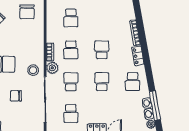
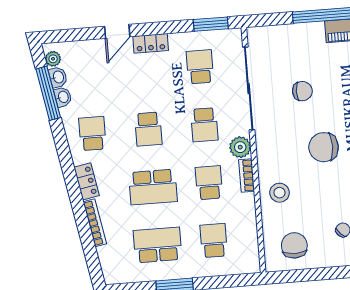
school desk: (102, 18) -> (157, 245), added
school desk: (102, 50) -> (153, 187), width x1.85
stool: (33, 70) -> (280, 193), moved

